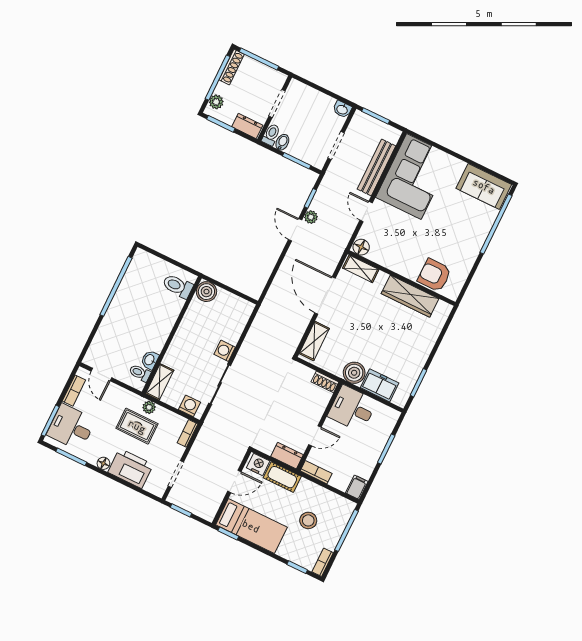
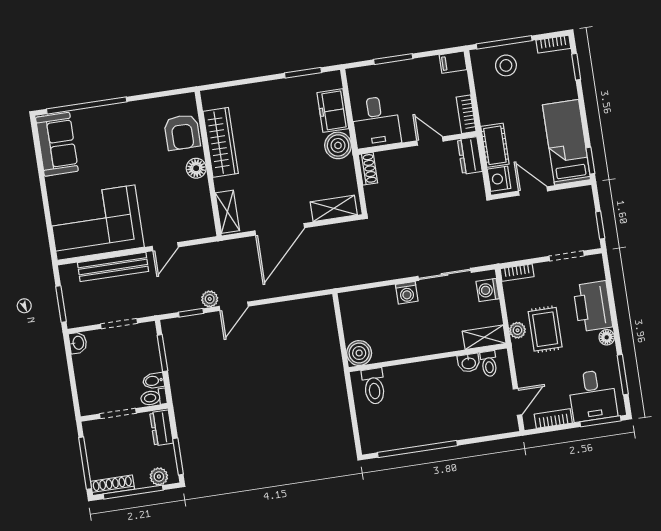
floor lamp: (361, 247) -> (196, 168), moved
stool: (308, 520) -> (506, 65), moved

